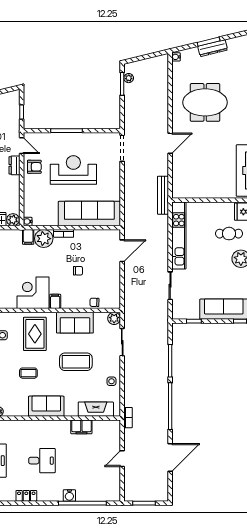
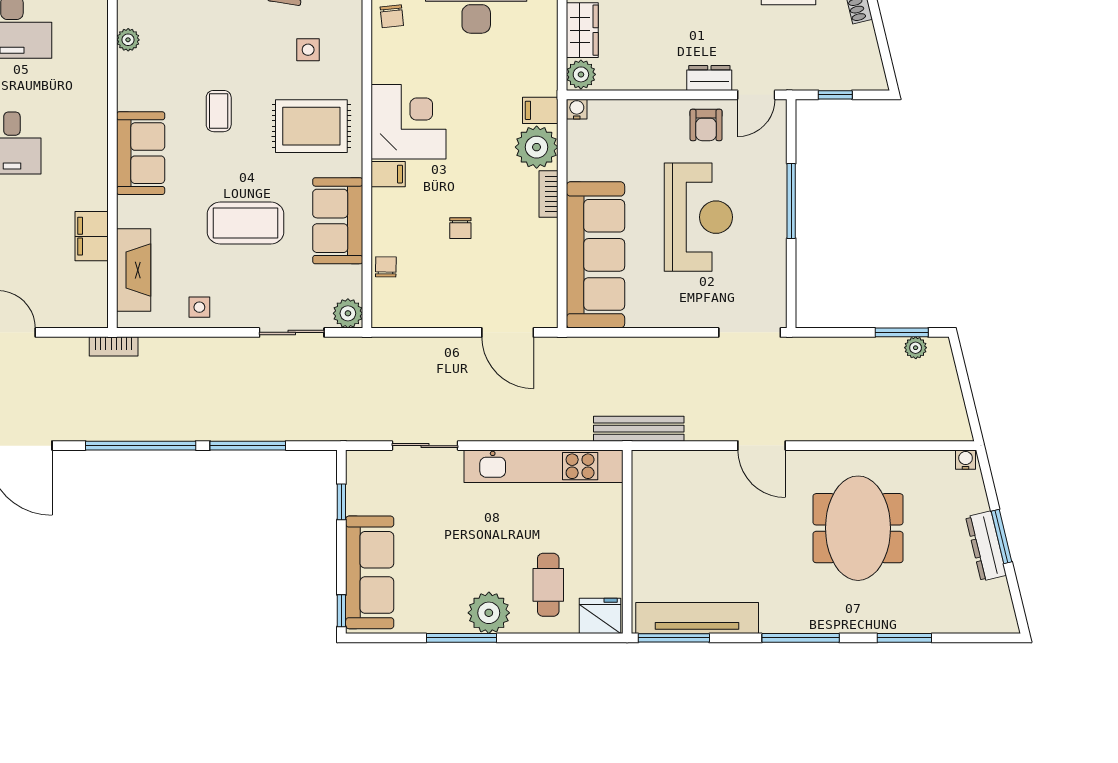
coffee table: (76, 362) -> (246, 223), turned 90

